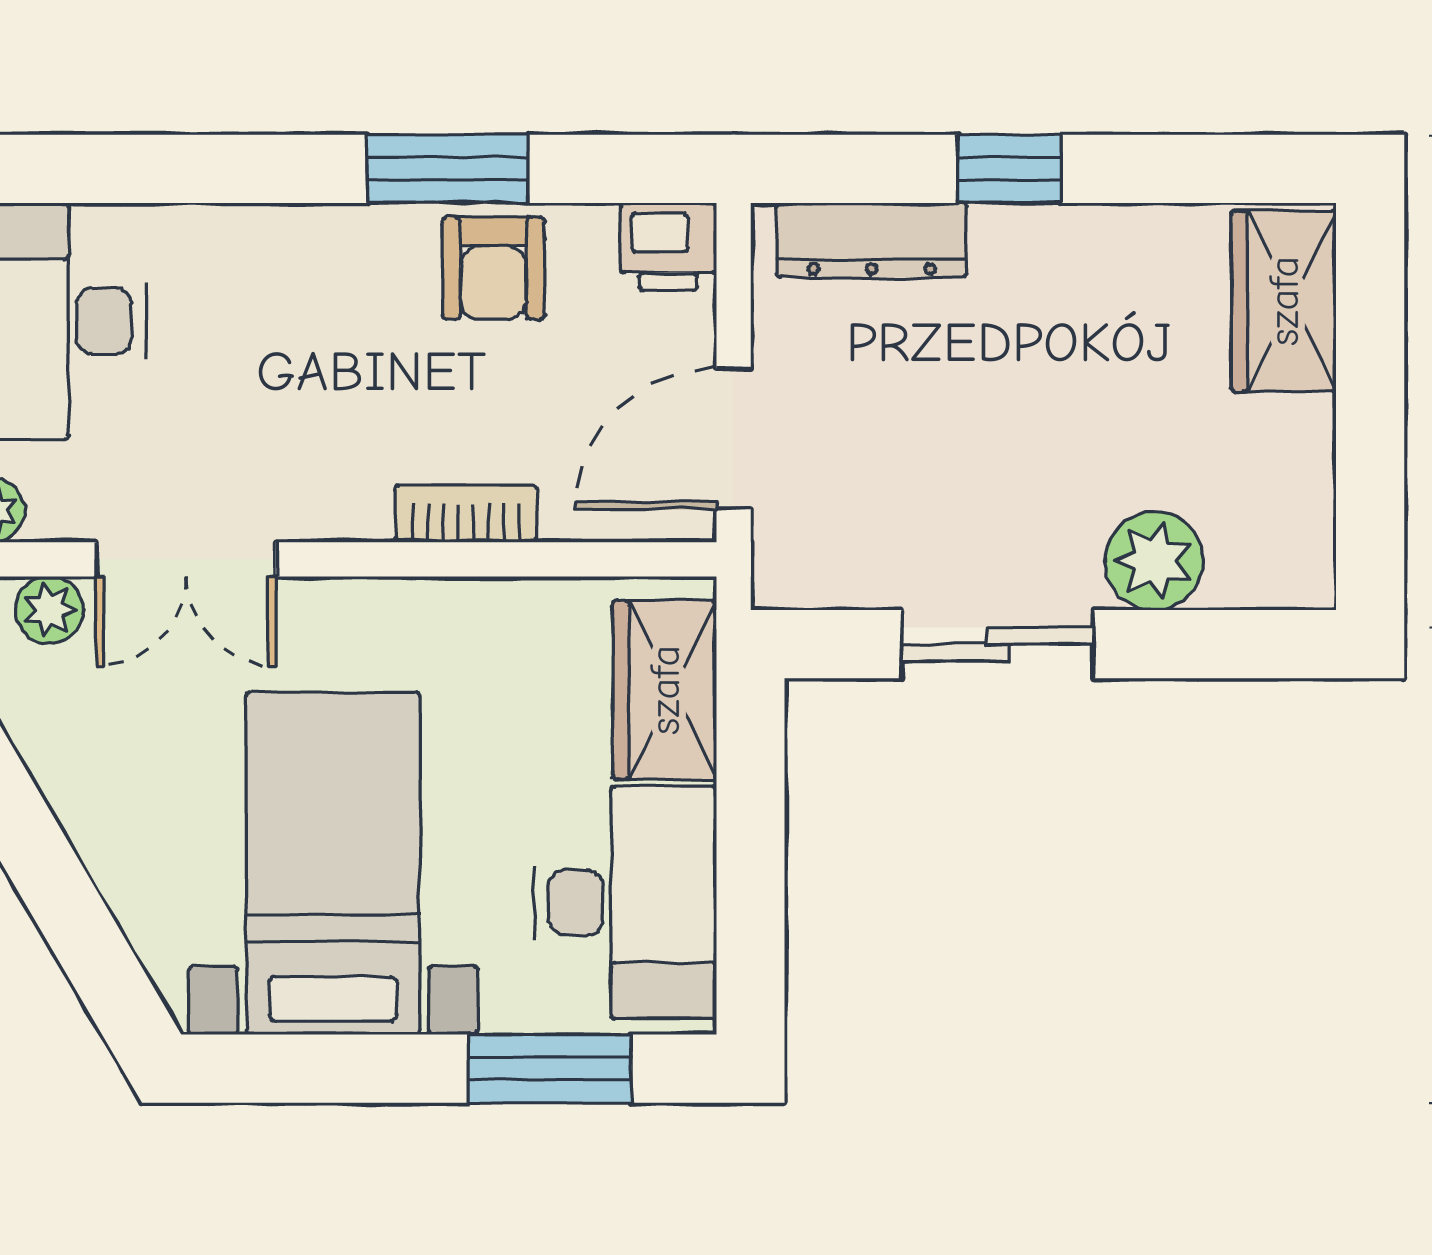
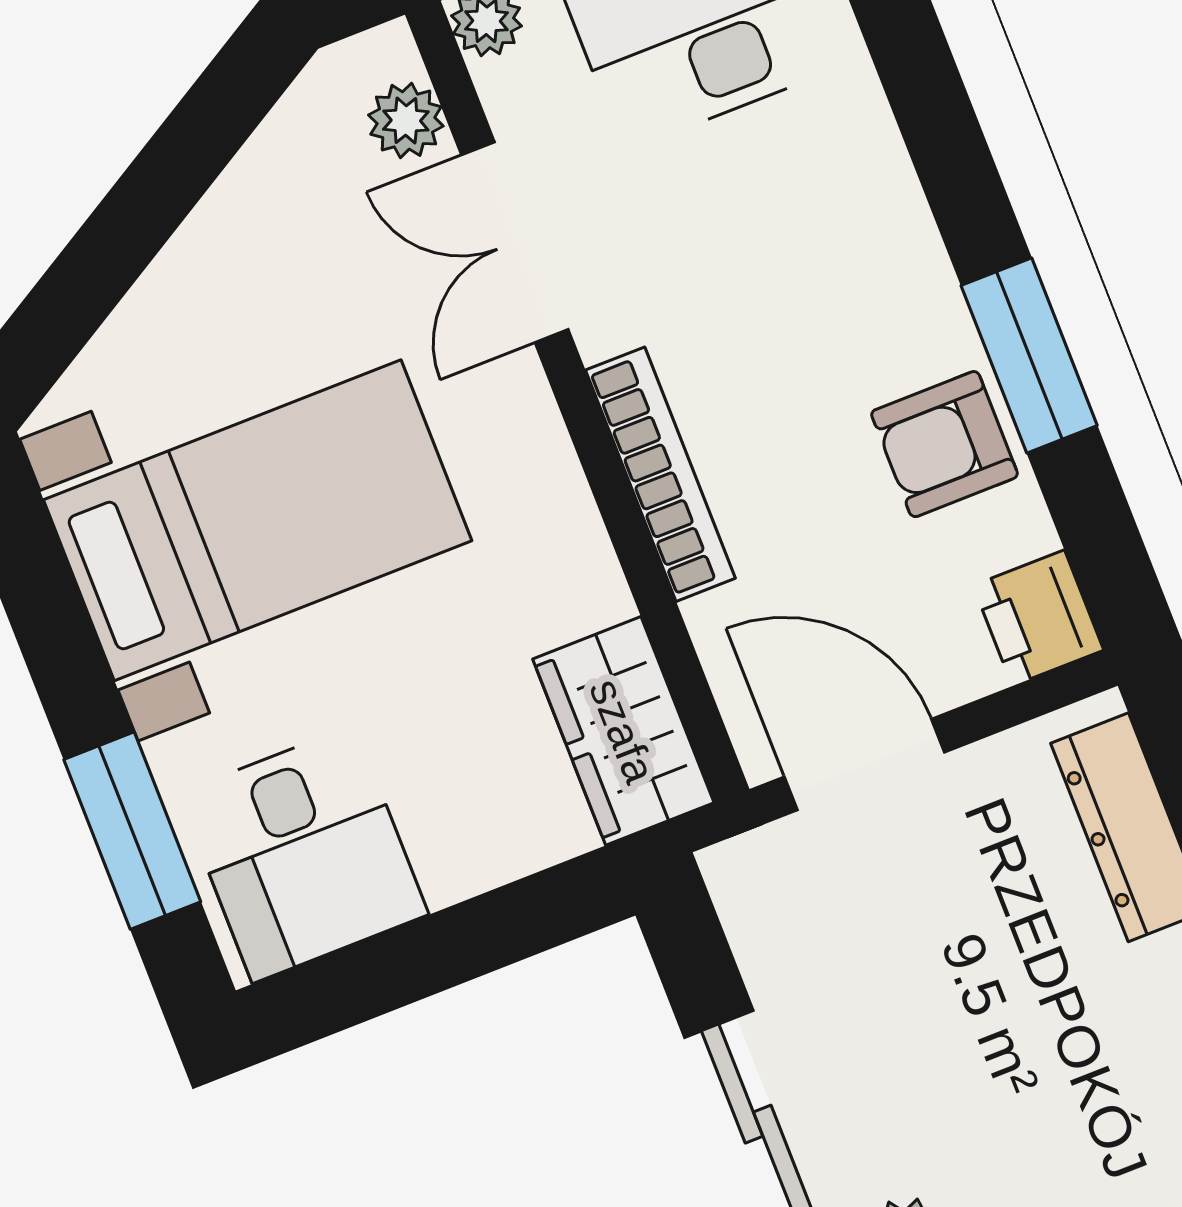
bookcase: (466, 514) -> (660, 474), width x1.56
wardrobe: (665, 690) -> (623, 731), moved, turned -90
desk: (625, 902) -> (303, 854), width x0.73

